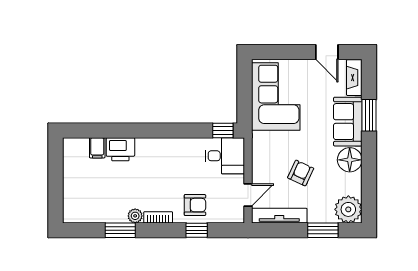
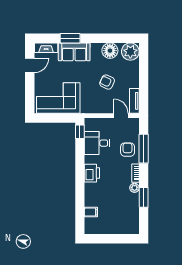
printer: (120, 149) -> (92, 173), moved
desk: (225, 156) -> (97, 143), moved, turned -90
floor lamp: (350, 160) -> (110, 51), moved
tv unit: (279, 216) -> (134, 101), width x0.71
window: (197, 230) -> (144, 149), width x2.17
window: (323, 230) -> (144, 68), removed

